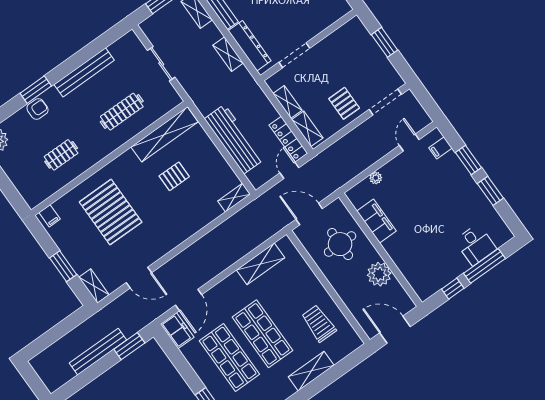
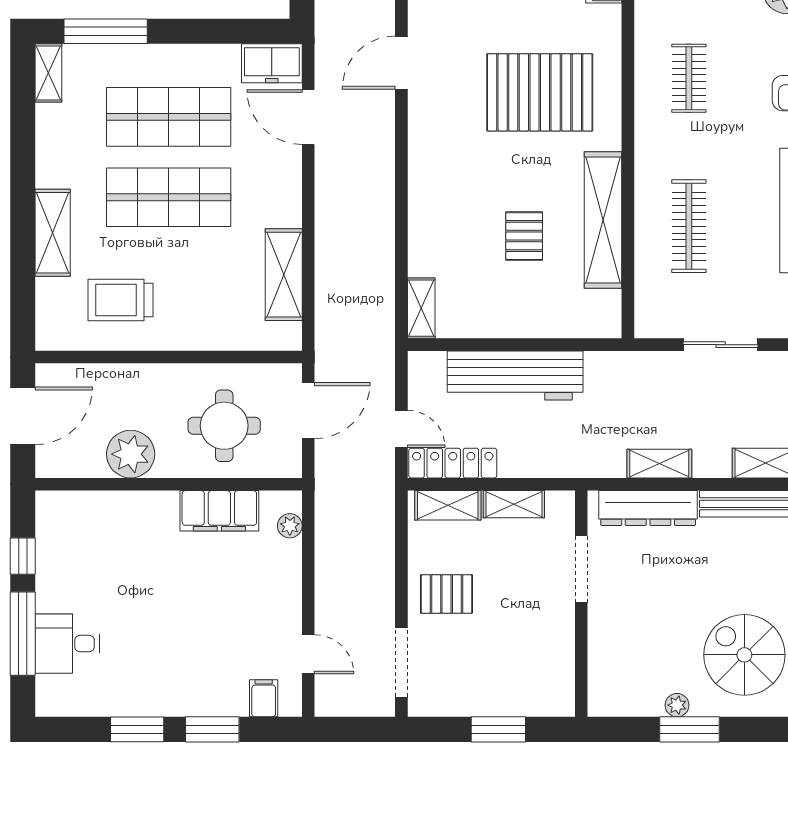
shelving: (164, 134) -> (603, 220), moved
plant: (376, 178) -> (290, 526), moved
trolley: (319, 324) -> (120, 300), turned 180

